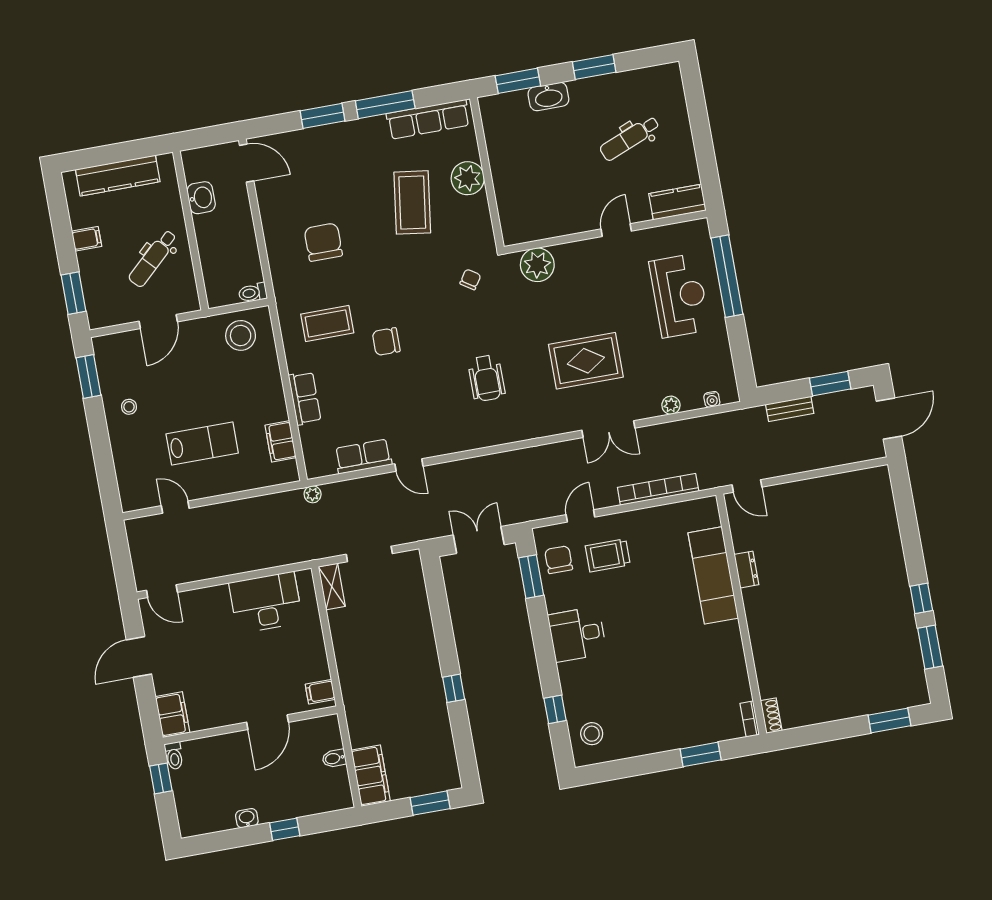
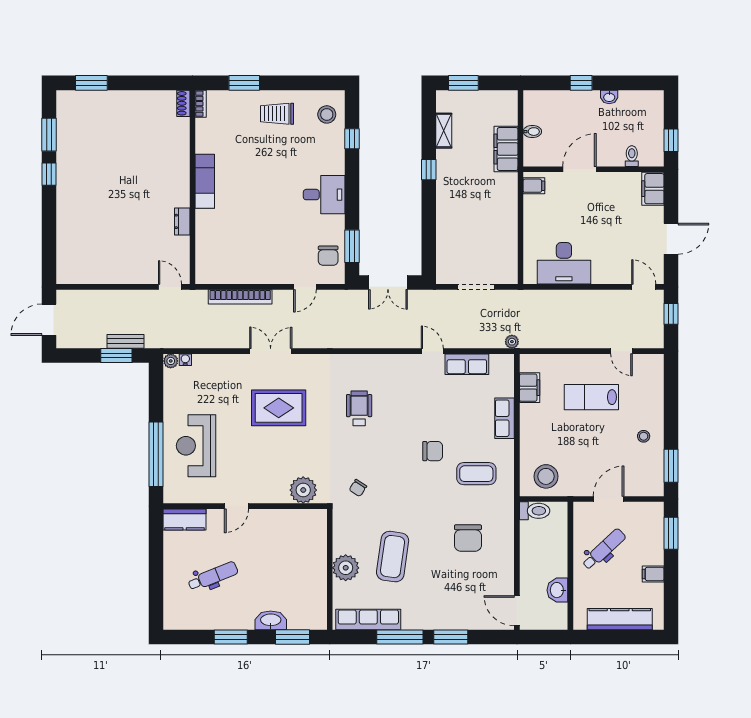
toilet: (253, 293) -> (535, 511), width x1.37, depth x1.39
window: (830, 384) -> (116, 356), moved
plant: (671, 405) -> (171, 361), moved
trolley: (608, 555) -> (277, 114), moved, turned 180
window: (122, 564) -> (671, 314), added
exam couch: (713, 575) -> (205, 181), moved, width x0.73, depth x0.69
shelving: (332, 586) -> (444, 131), moved
toilet: (174, 756) -> (632, 156), moved
filing cabinet: (371, 776) -> (506, 149), moved

